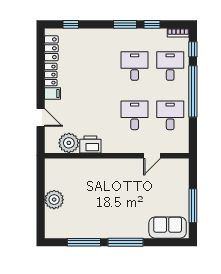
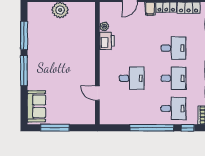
desk: (170, 115) -> (173, 48), moved
plant: (69, 143) -> (104, 27), width x0.53, depth x0.53

